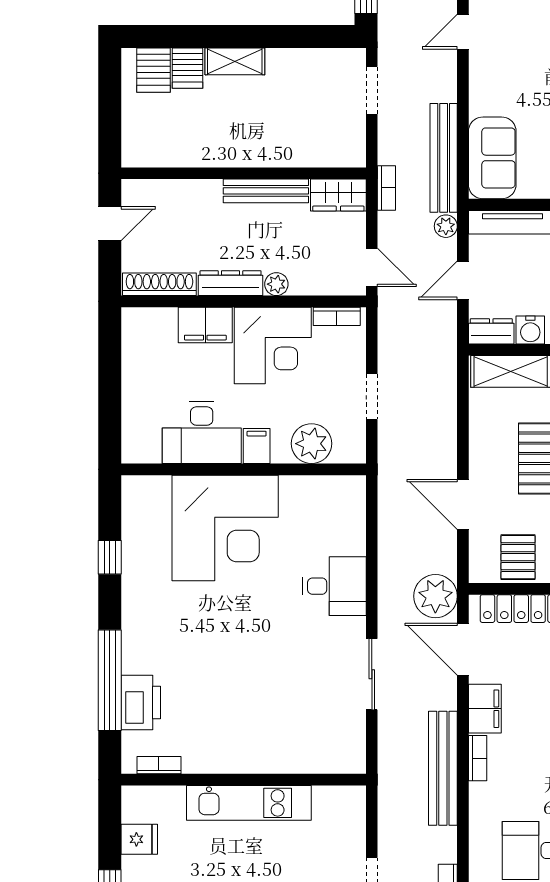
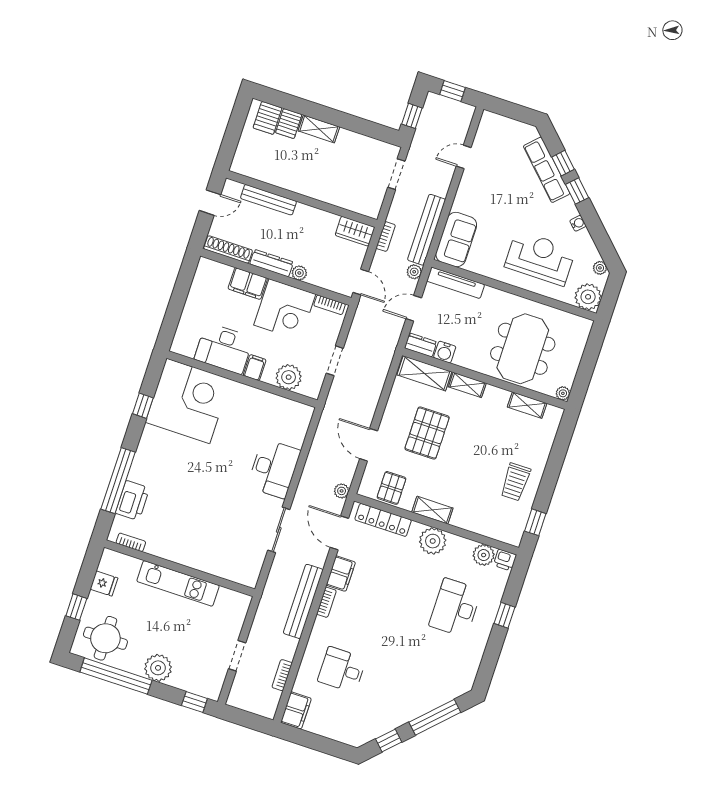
bench: (266, 191) -> (268, 200), moved
corner desk: (225, 528) -> (188, 401), moved, turned -90
desk: (334, 586) -> (274, 469), width x1.37
plant: (435, 596) -> (342, 491), width x0.53, depth x0.53

